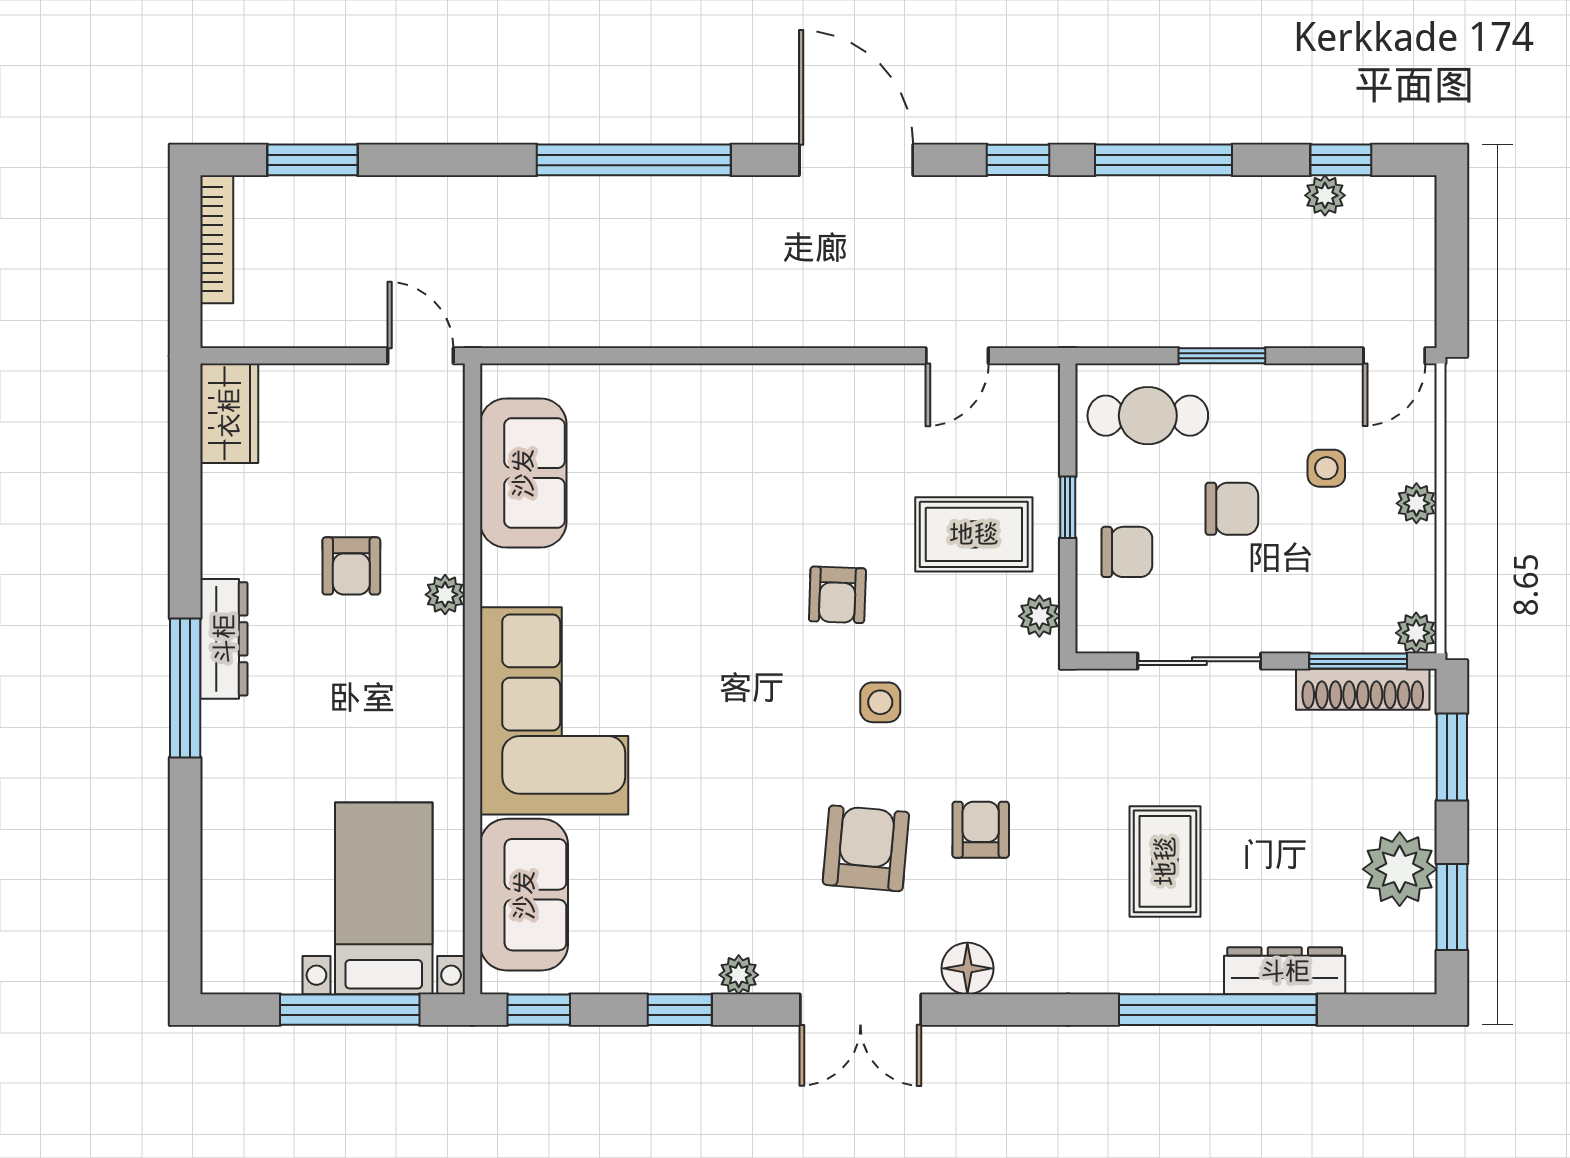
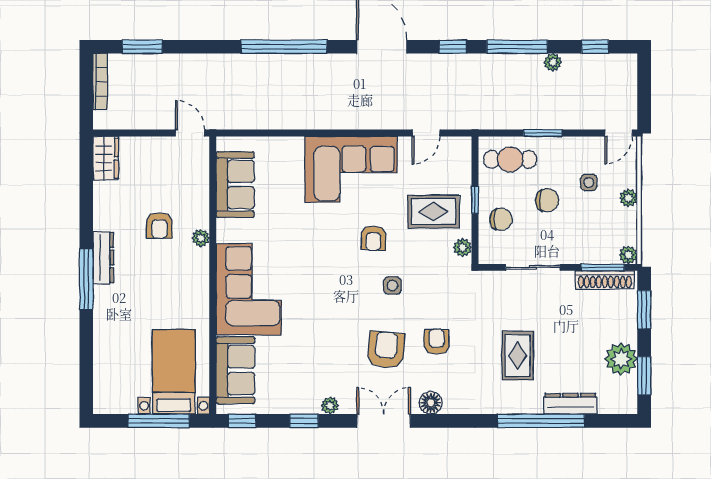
plant: (1325, 195) -> (553, 62), moved
corner sofa: (786, 438) -> (351, 169), added
double door: (860, 1010) -> (384, 421), swing flipped

